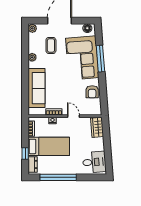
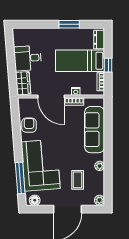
window: (100, 59) -> (20, 178), moved
door: (73, 116) -> (51, 97), width x1.88
window: (25, 154) -> (108, 65), moved
desk: (94, 162) -> (28, 58), moved
window: (58, 177) -> (69, 24), width x0.47

